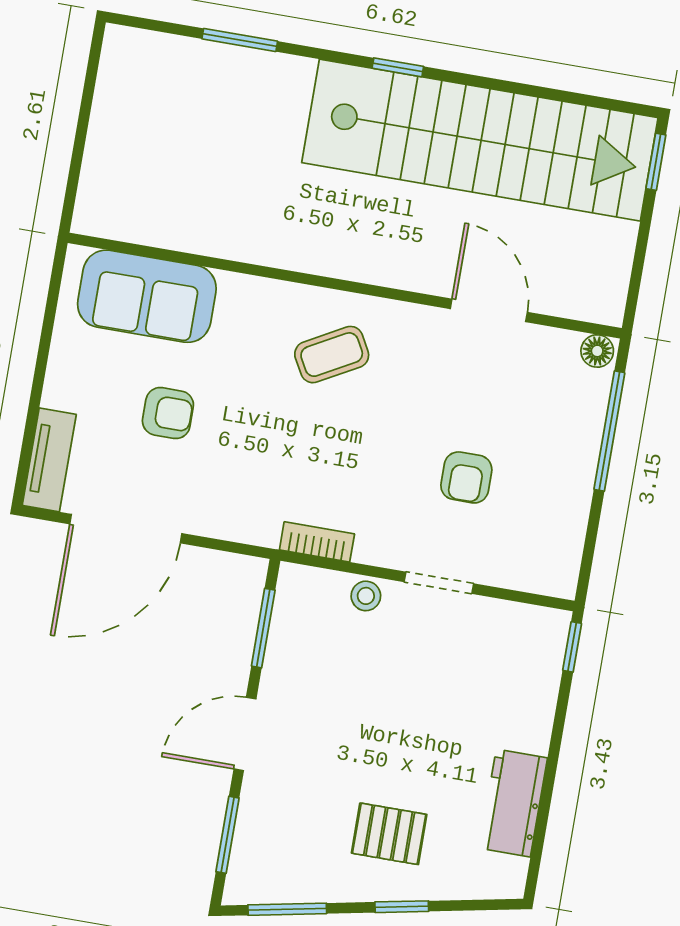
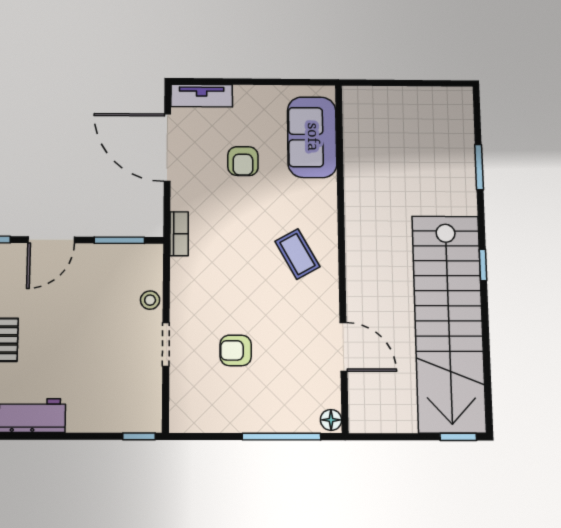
door: (489, 310) -> (343, 347), hinge flipped
bookcase: (317, 542) -> (179, 234), moved
door: (245, 734) -> (51, 240), swing flipped

